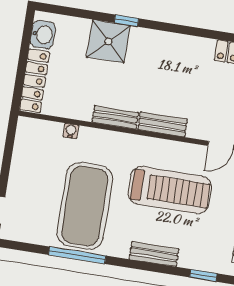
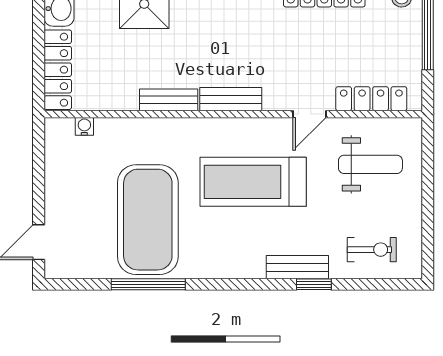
water cooler: (71, 131) -> (84, 126), moved
treadmill: (170, 190) -> (253, 182), turned 180
bench: (154, 254) -> (297, 267), moved

